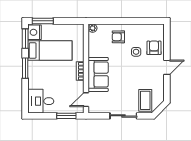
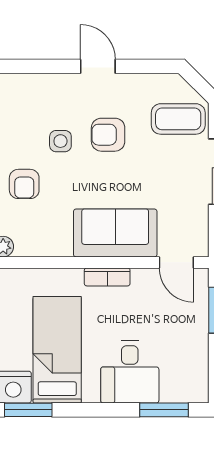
armchair: (154, 48) -> (108, 135), moved
window: (25, 68) -> (164, 410), moved
desk: (41, 101) -> (130, 372), moved

